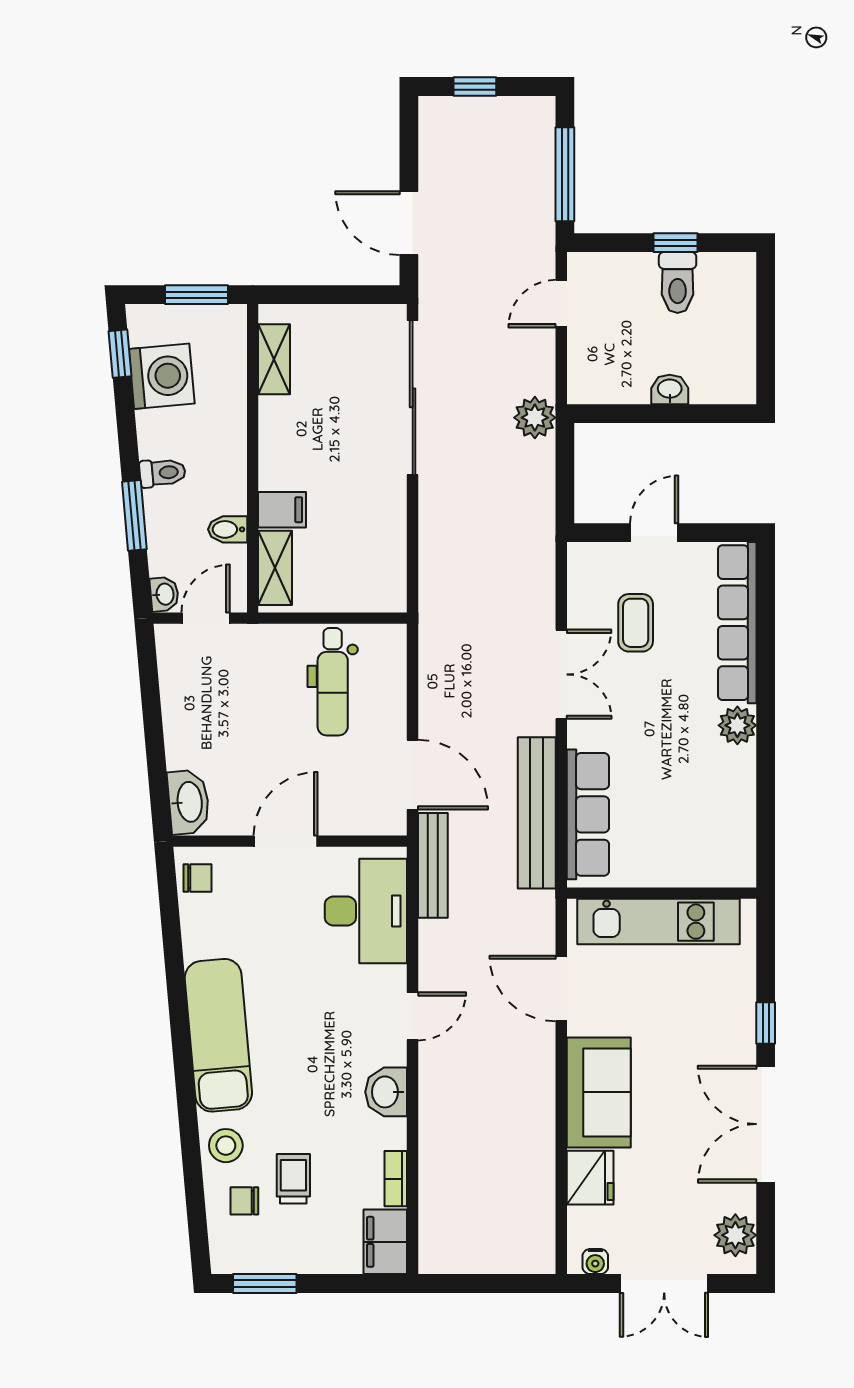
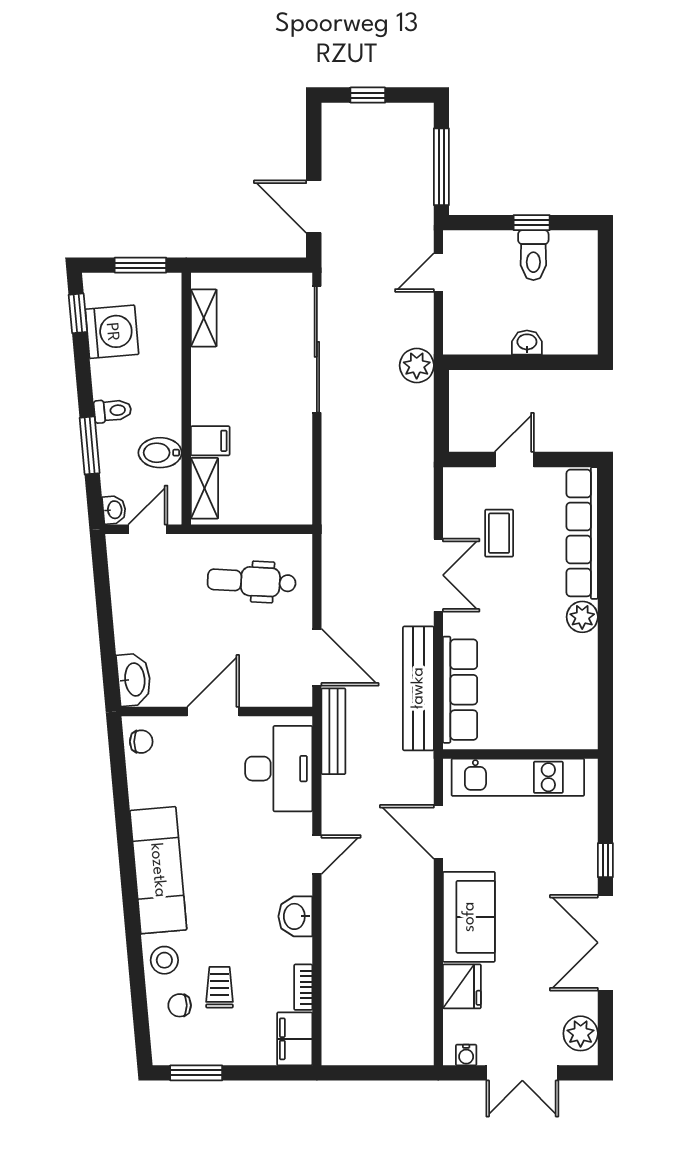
bidet: (228, 529) -> (160, 453), width x1.38, depth x1.36
dental chair: (333, 682) -> (252, 581), turned 93

